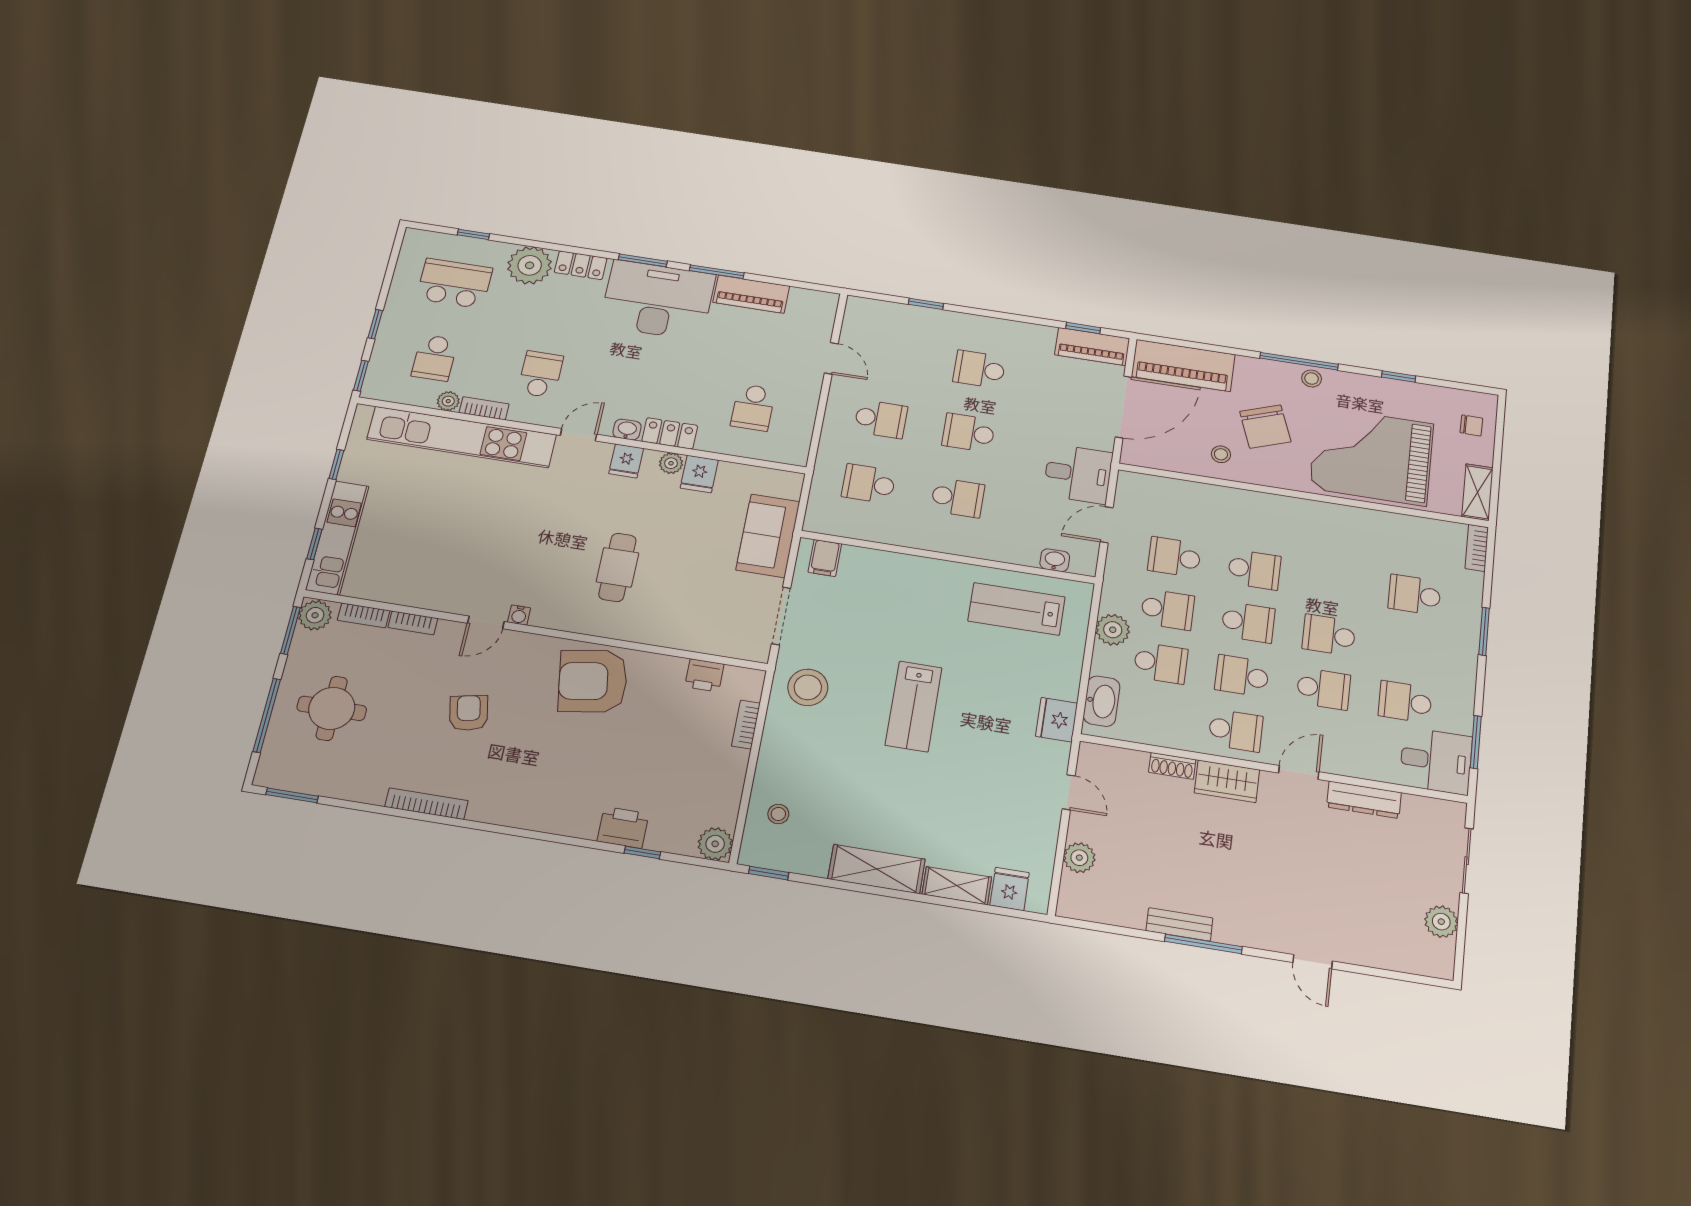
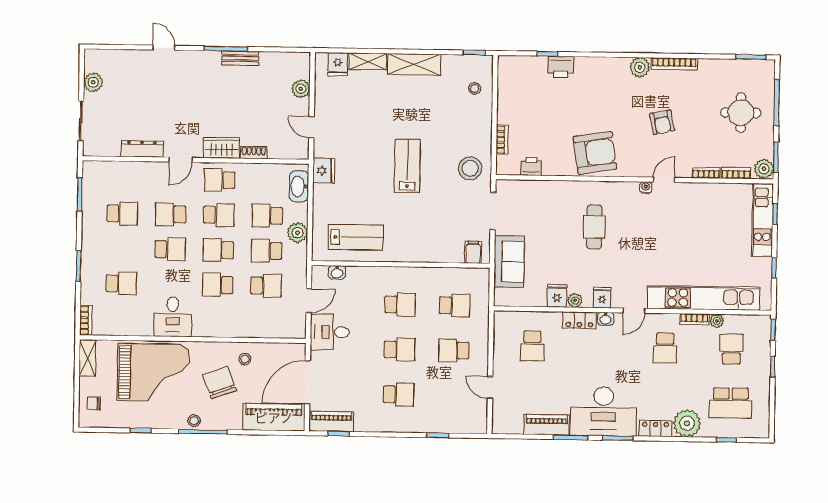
school desk: (753, 407) -> (532, 346), turned 180
school desk: (958, 498) -> (400, 305), turned 180
desk: (1436, 761) -> (173, 317), moved, turned -90
plant: (715, 844) -> (640, 67), moved

